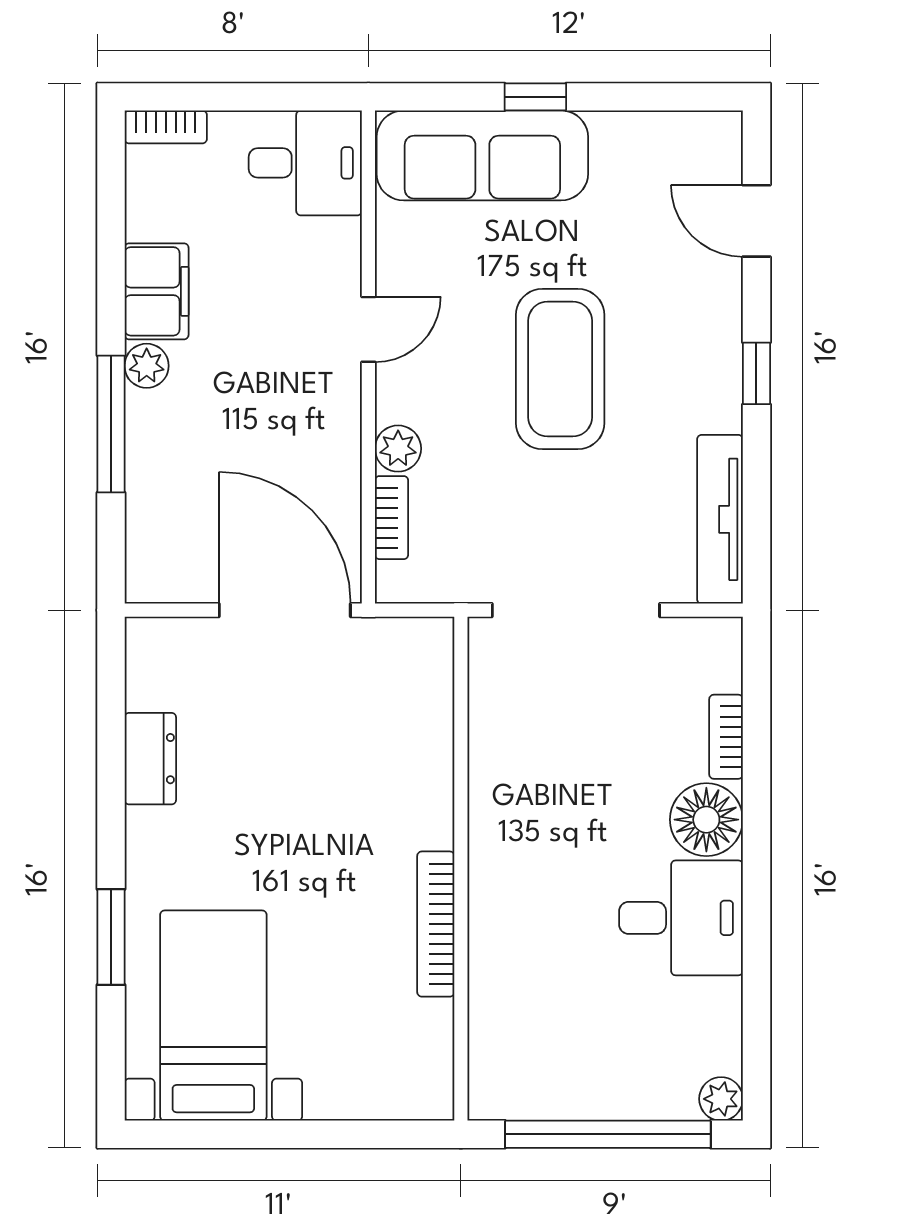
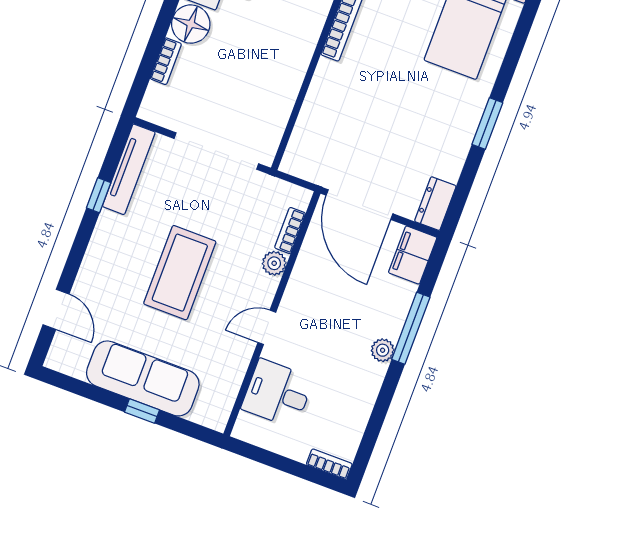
sofa: (482, 155) -> (143, 378), moved
desk: (305, 163) -> (277, 393), moved
filing cabinet: (157, 291) -> (413, 255), moved
window: (756, 373) -> (99, 195), moved
dresser: (150, 759) -> (435, 204), moved
window: (111, 937) -> (487, 124), moved

